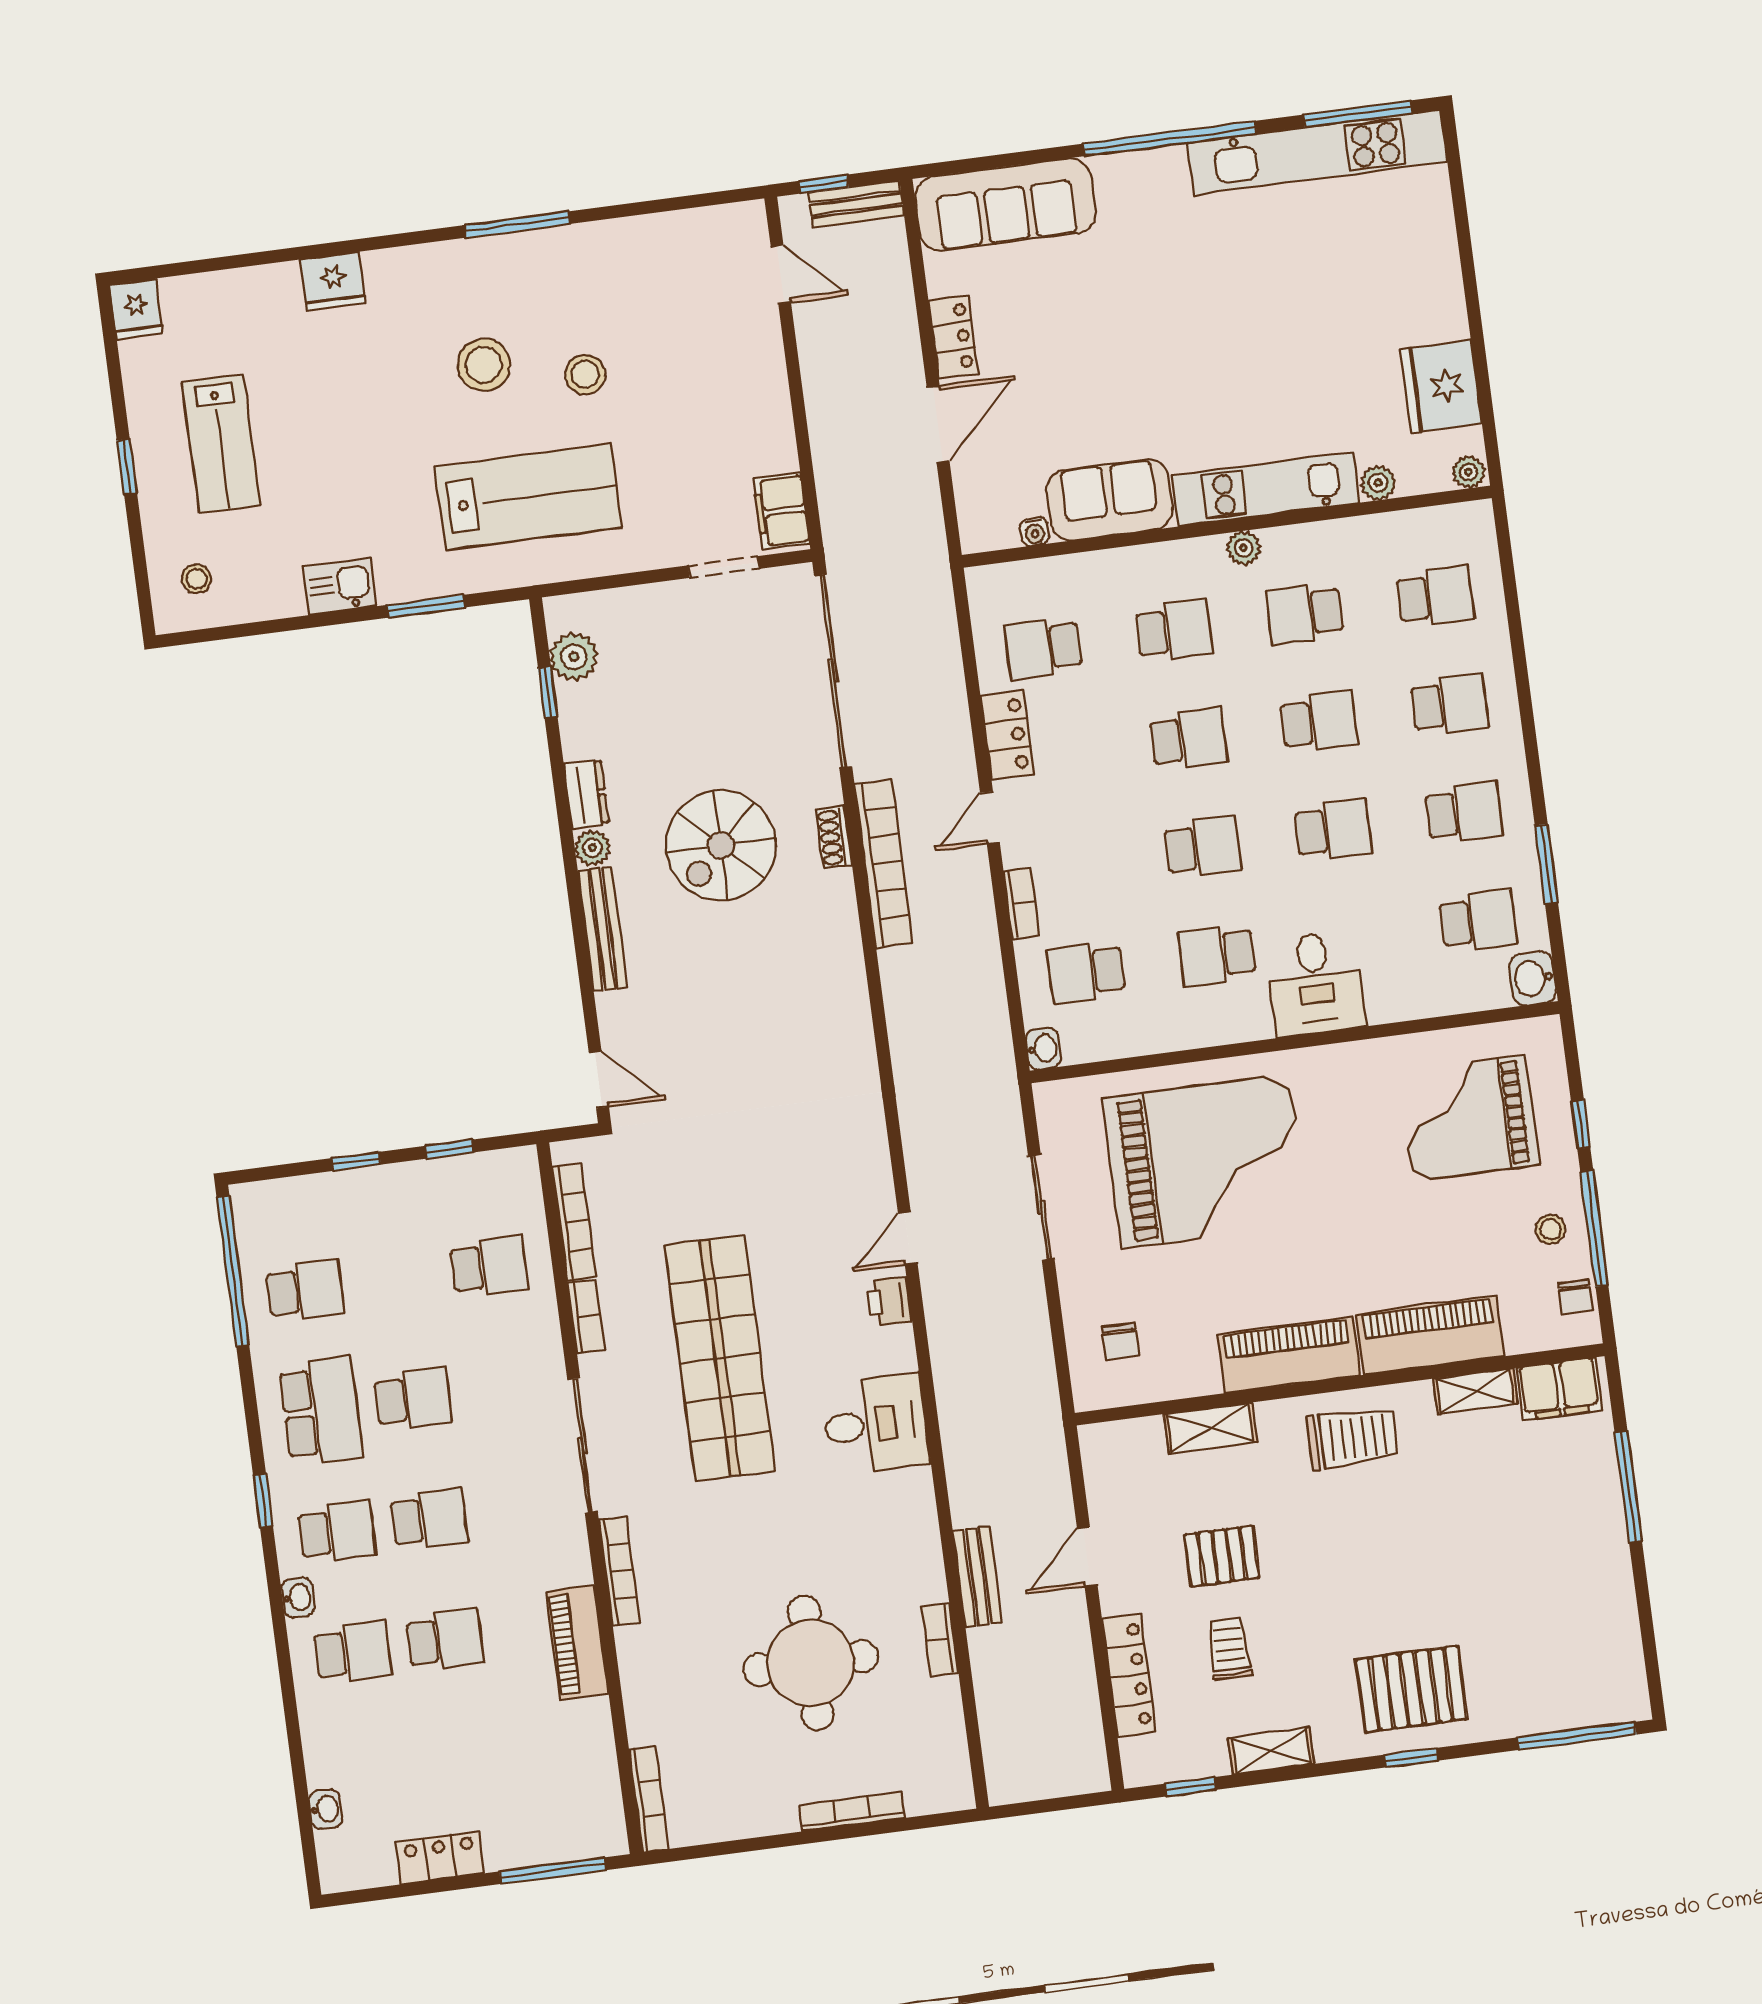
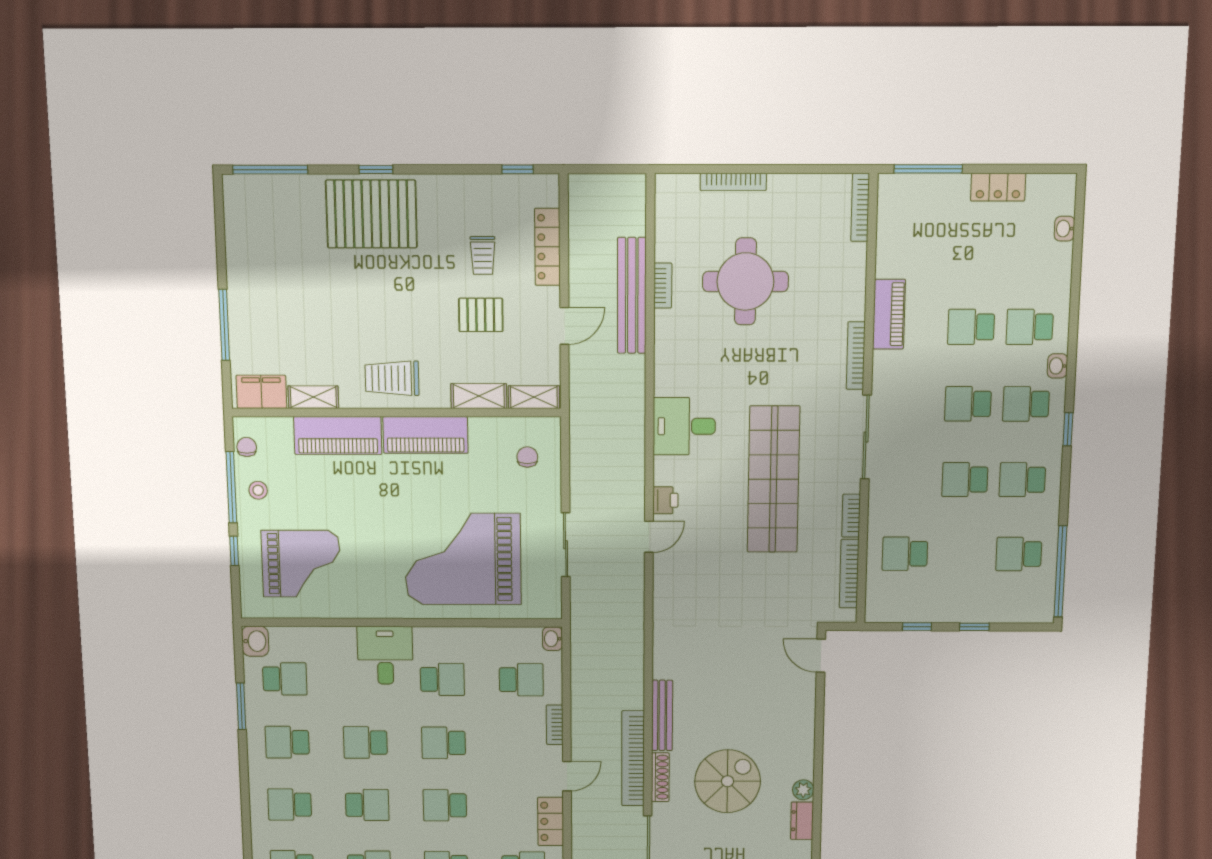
school desk: (1319, 722) -> (367, 805), turned 180
shoe rack: (834, 837) -> (660, 777), width x1.43
school desk: (1478, 921) -> (285, 679), turned 180
bench: (603, 929) -> (662, 715), moved
school desk: (321, 1411) -> (1022, 480), width x0.54
bench: (977, 1577) -> (632, 296), width x1.86, depth x1.21
pallet: (1412, 1689) -> (371, 214), width x1.37, depth x1.41
shelving: (1271, 1751) -> (534, 397), moved

